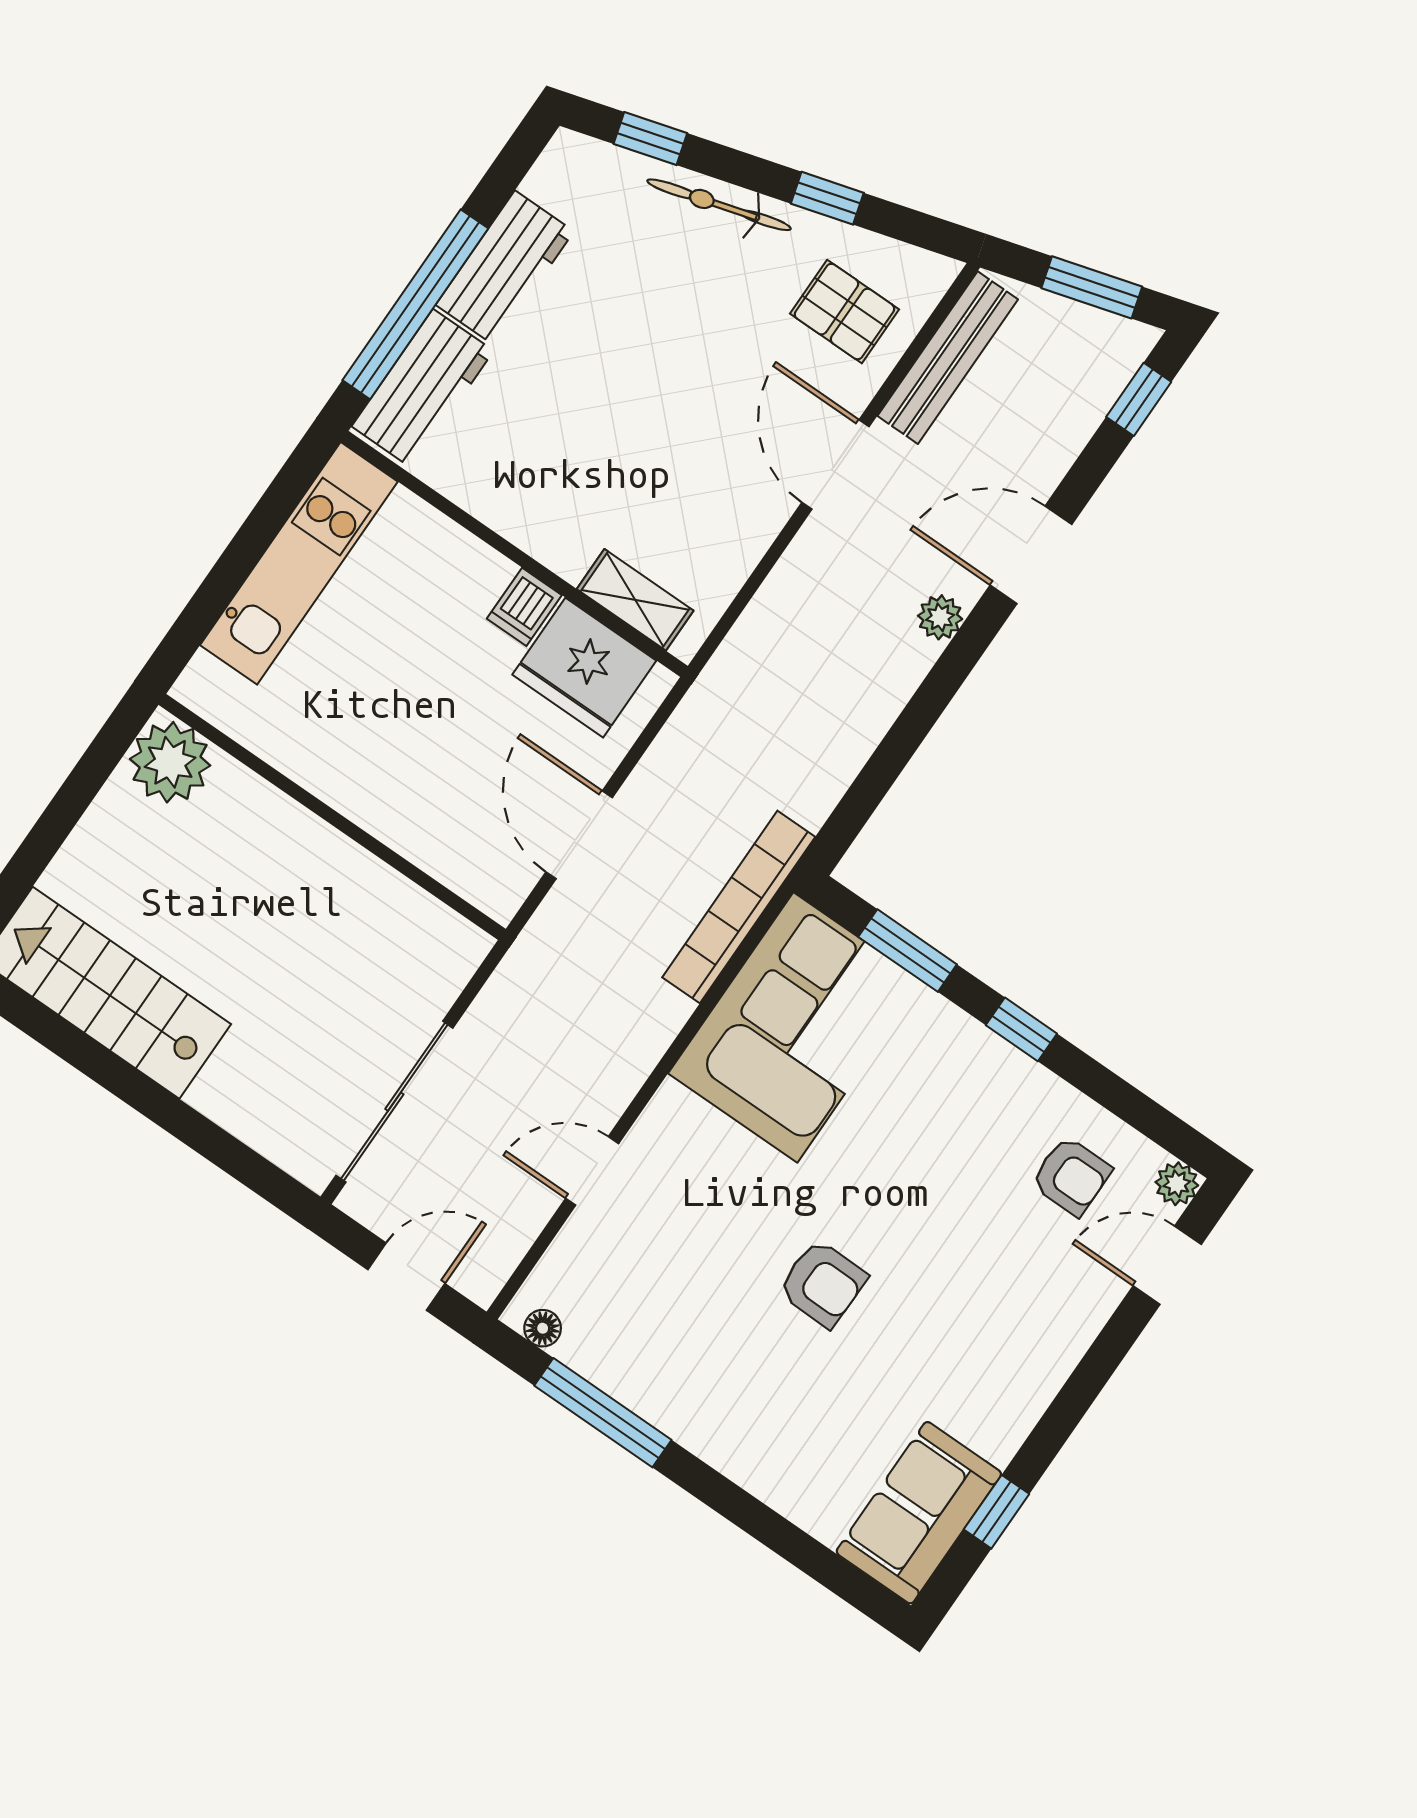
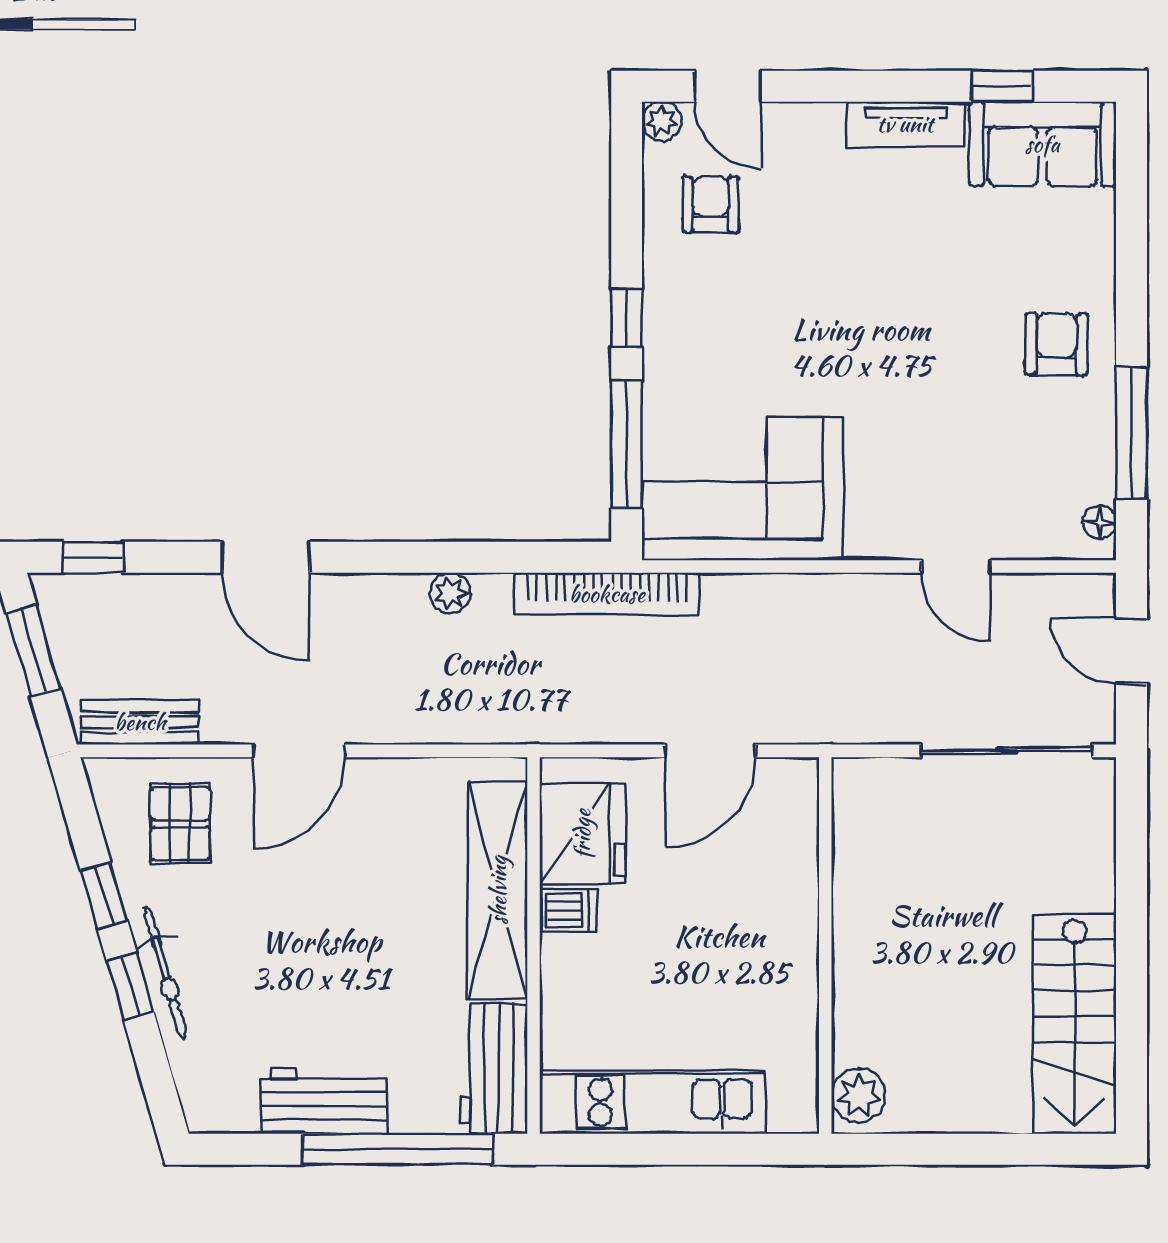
window: (650, 139) -> (130, 986), moved
bench: (948, 358) -> (140, 722), width x0.73
workbench: (423, 389) -> (493, 1068), moved, turned -90
shelving: (635, 600) -> (498, 890), width x2.20, depth x1.33
plant: (940, 617) -> (450, 593), moved
plant: (170, 762) -> (859, 1095), width x0.73, depth x0.73
bookcase: (739, 907) -> (607, 594), moved
window: (908, 951) -> (627, 444), width x1.44
armchair: (823, 1284) -> (1056, 344), moved
tv unit: (1022, 1402) -> (905, 124), added

